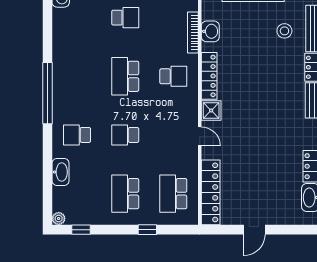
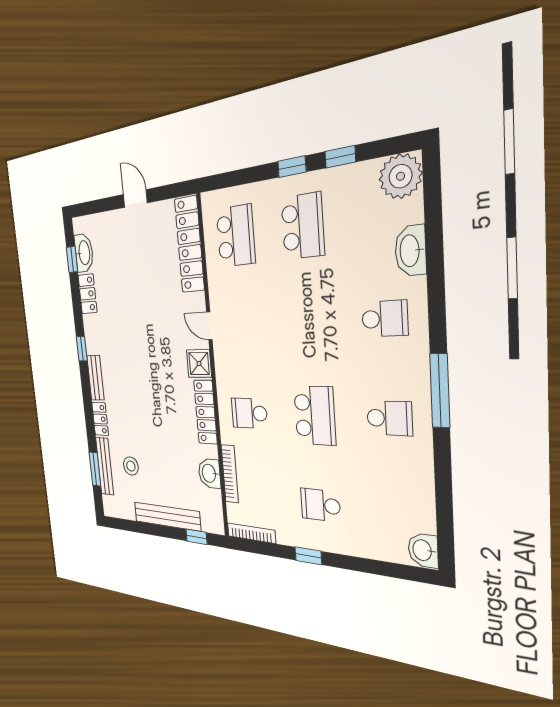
window: (47, 93) -> (440, 391), width x0.68
school desk: (125, 135) -> (389, 418), moved
plant: (59, 218) -> (400, 176), width x1.88, depth x1.88
window: (81, 230) -> (340, 157), moved
window: (147, 230) -> (292, 167), moved
door: (254, 230) -> (135, 199), hinge flipped

